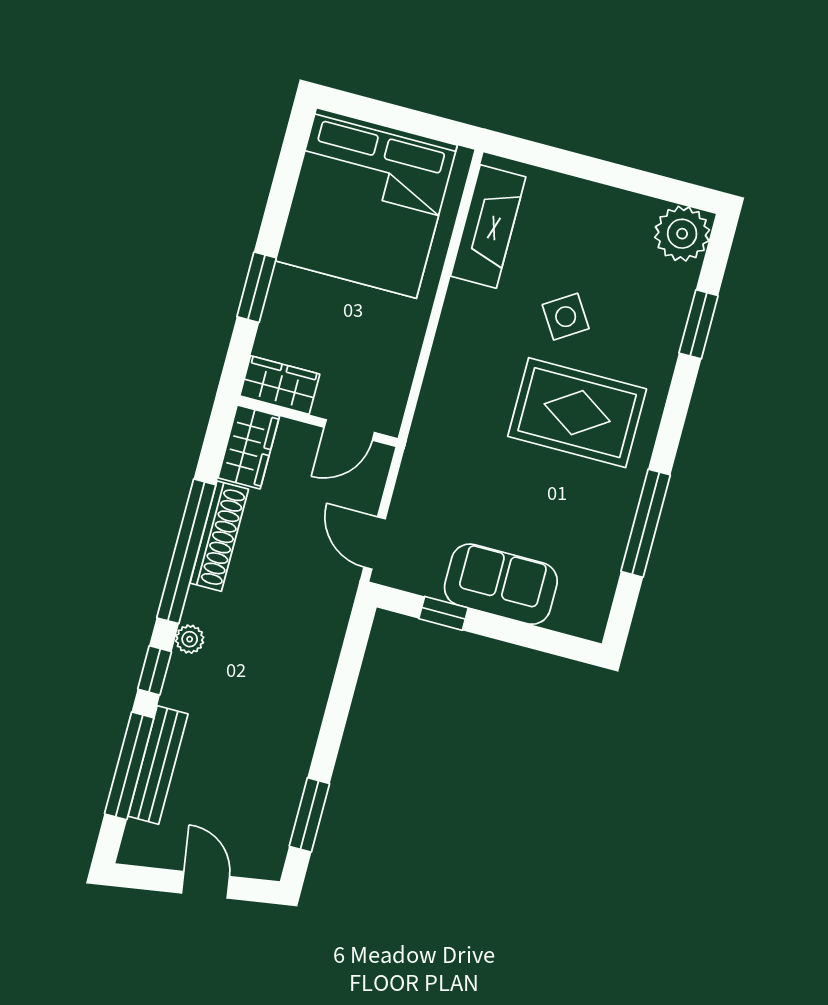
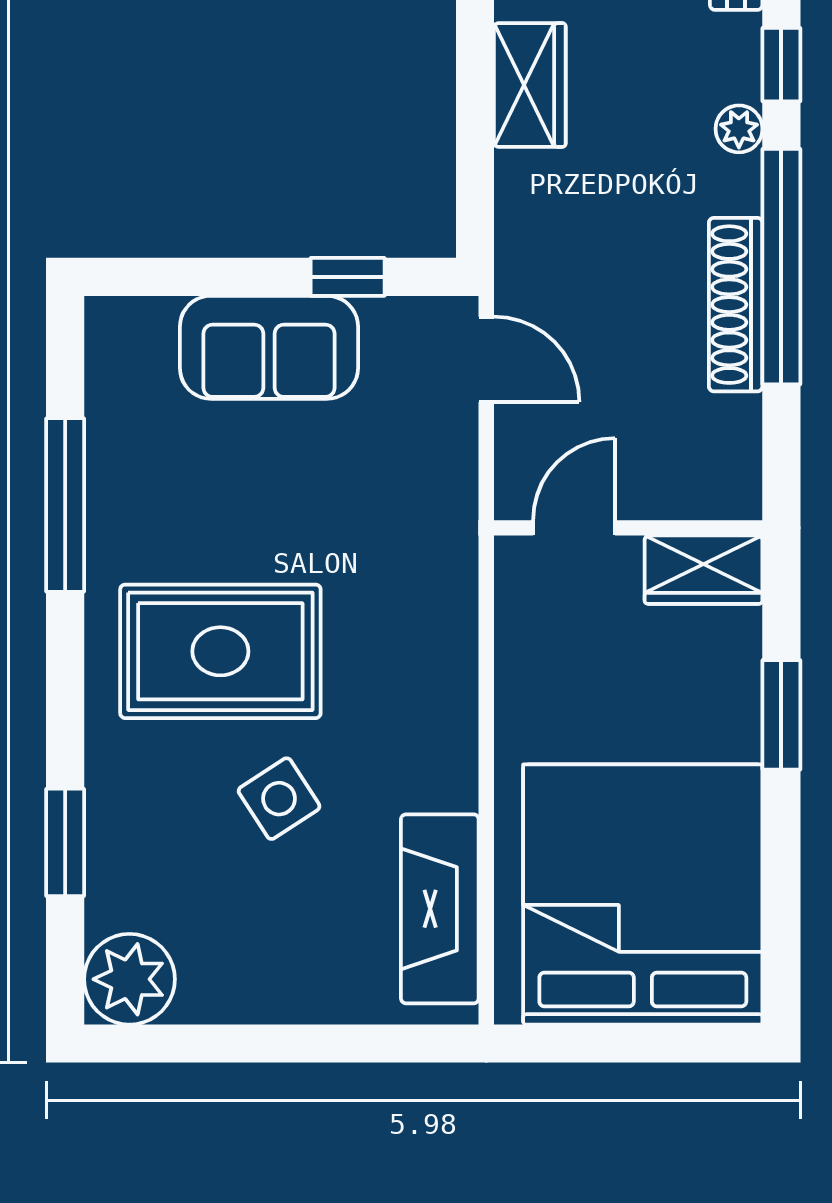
wardrobe: (249, 447) -> (530, 85), moved, turned 180

